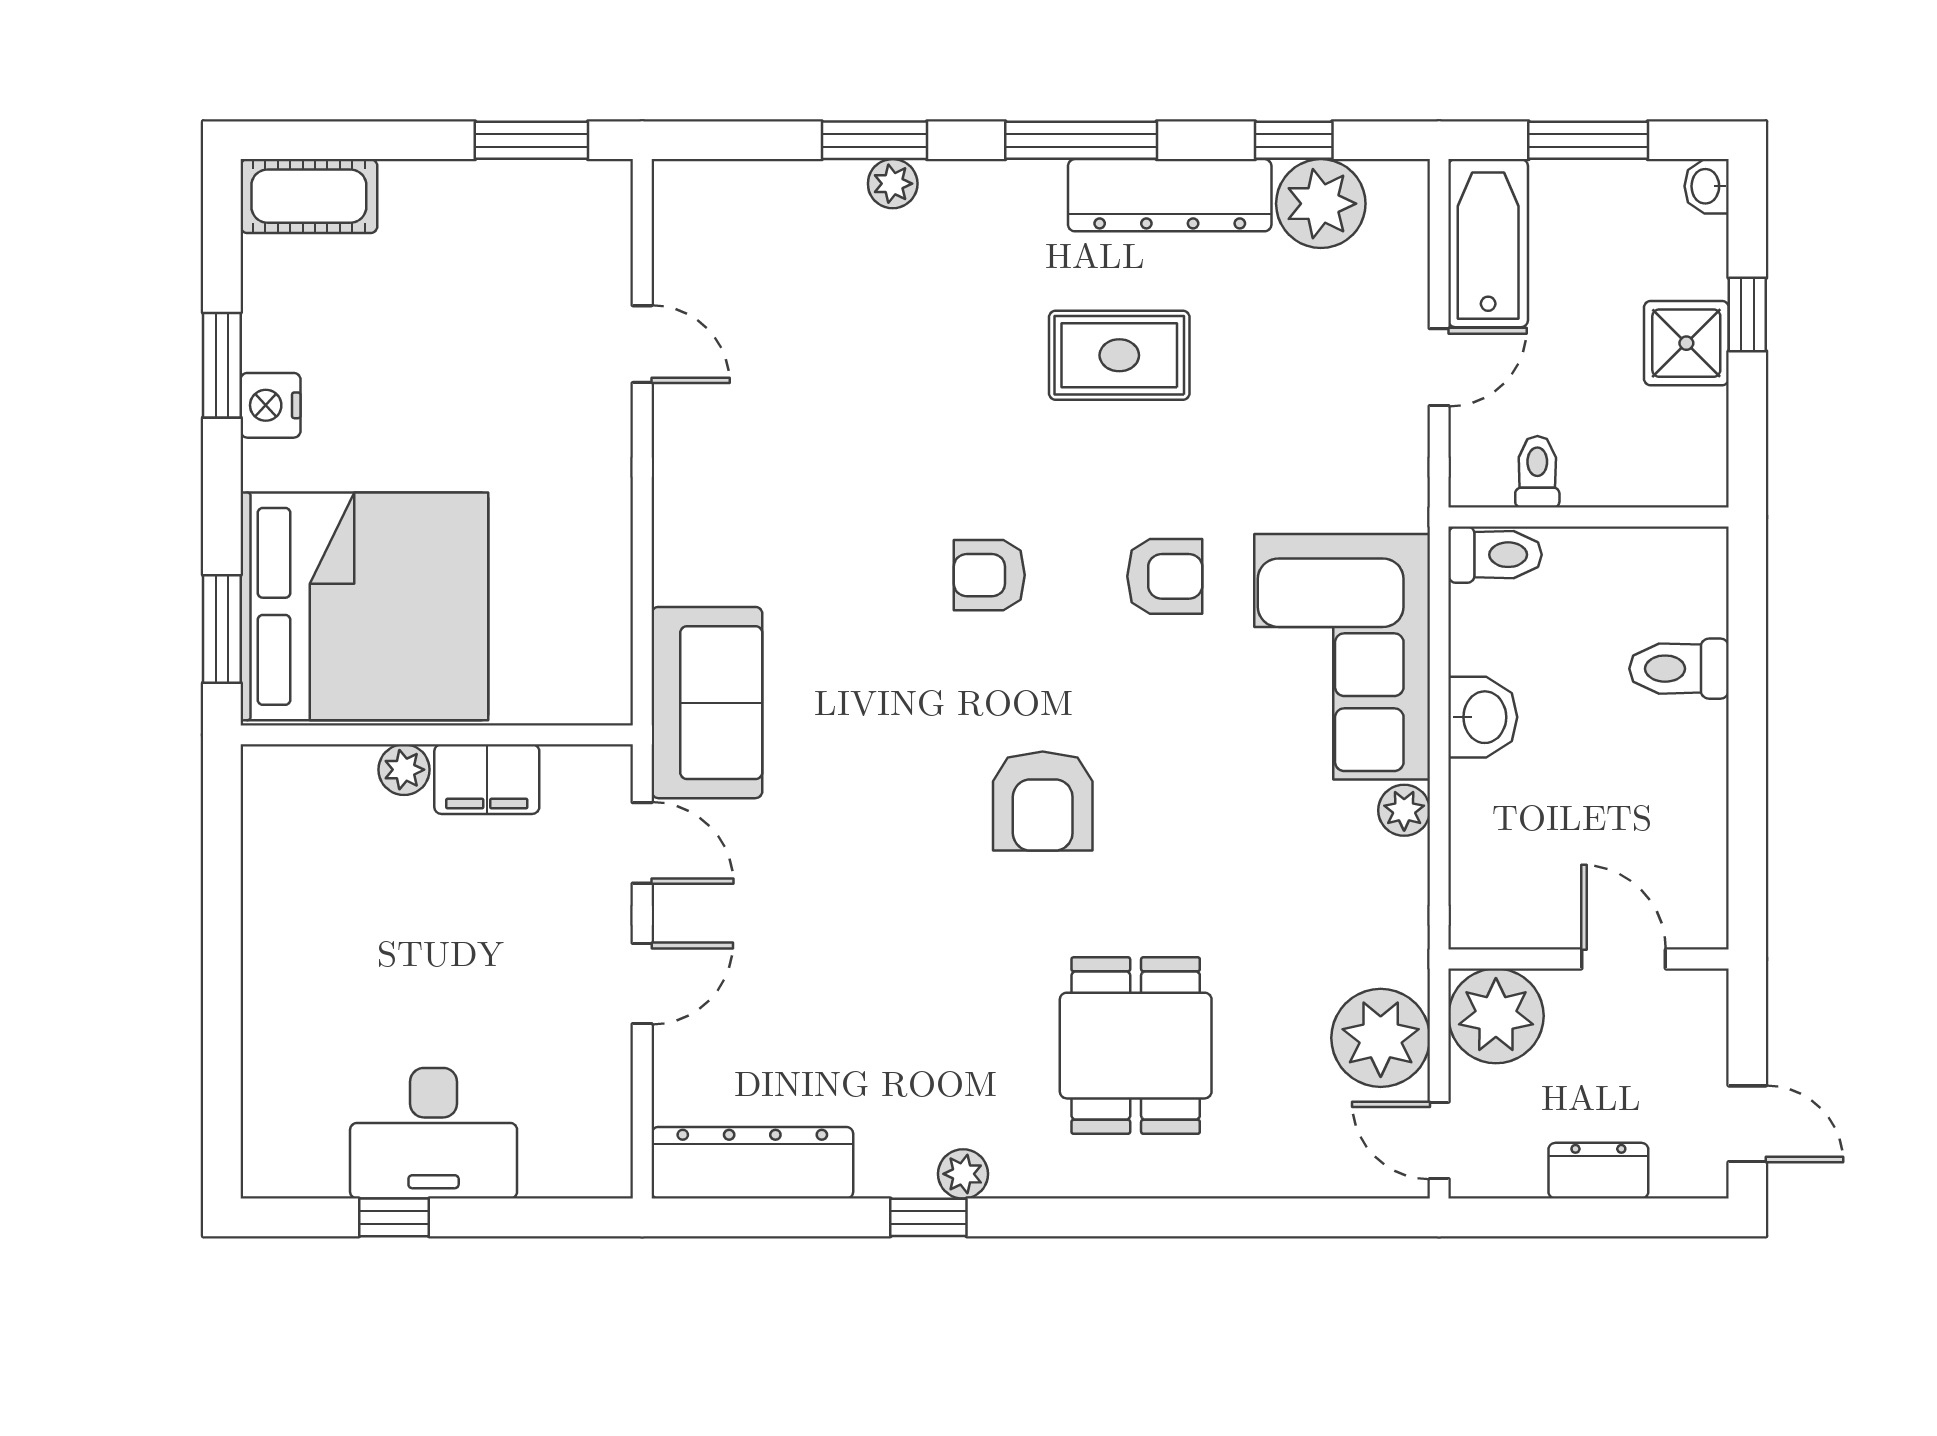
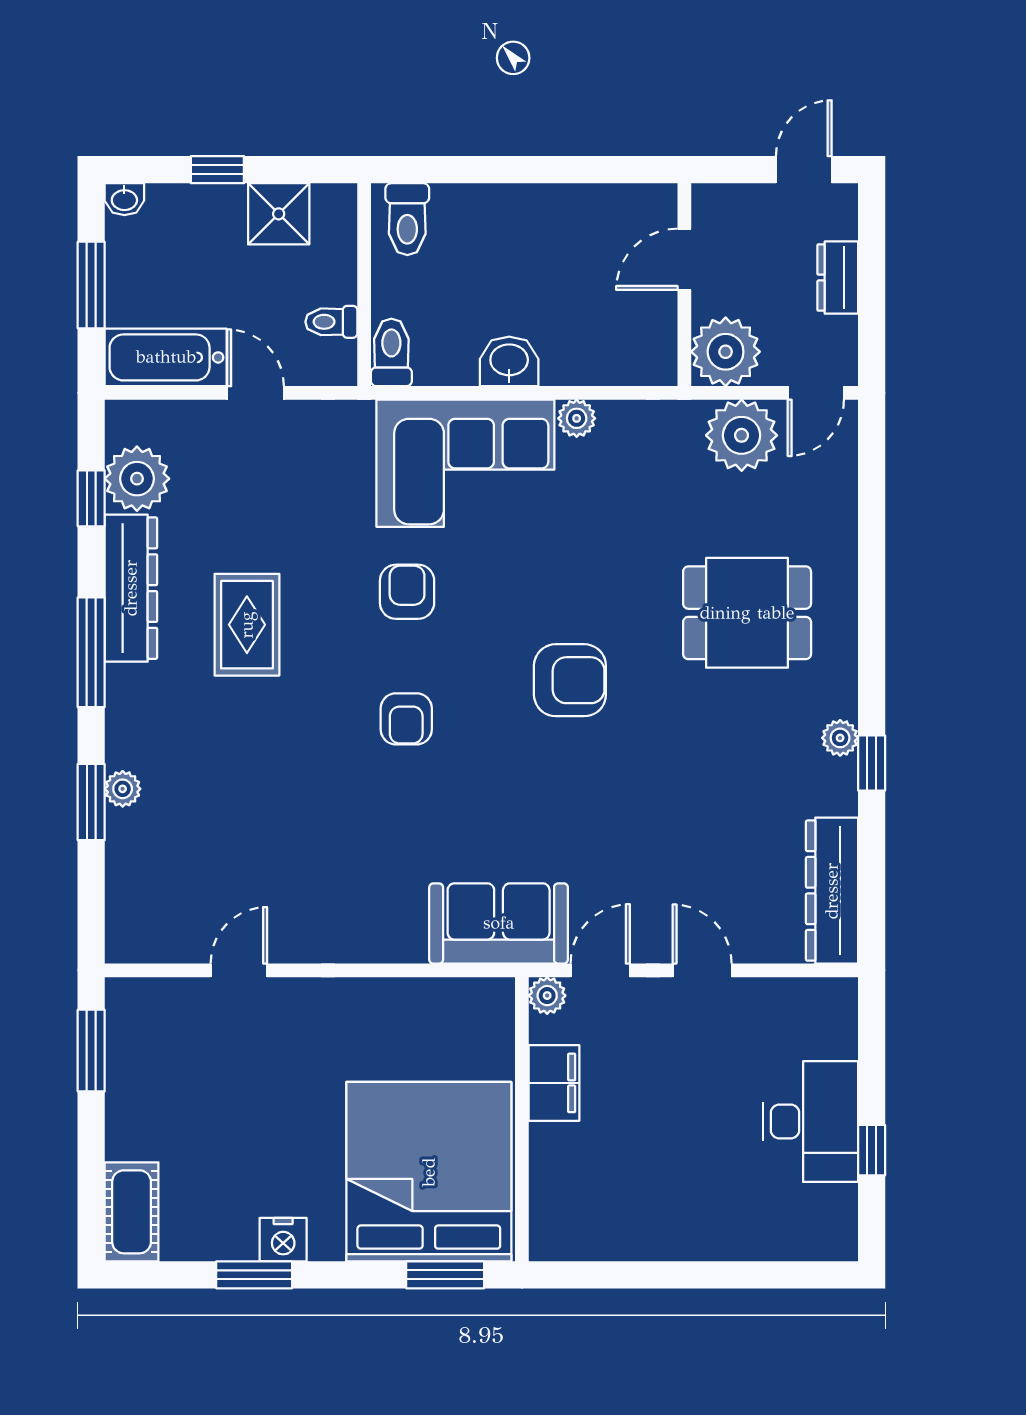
shower: (1686, 343) -> (279, 214), moved
toilet: (1679, 669) -> (407, 219), moved
plant: (404, 770) -> (547, 996), moved

